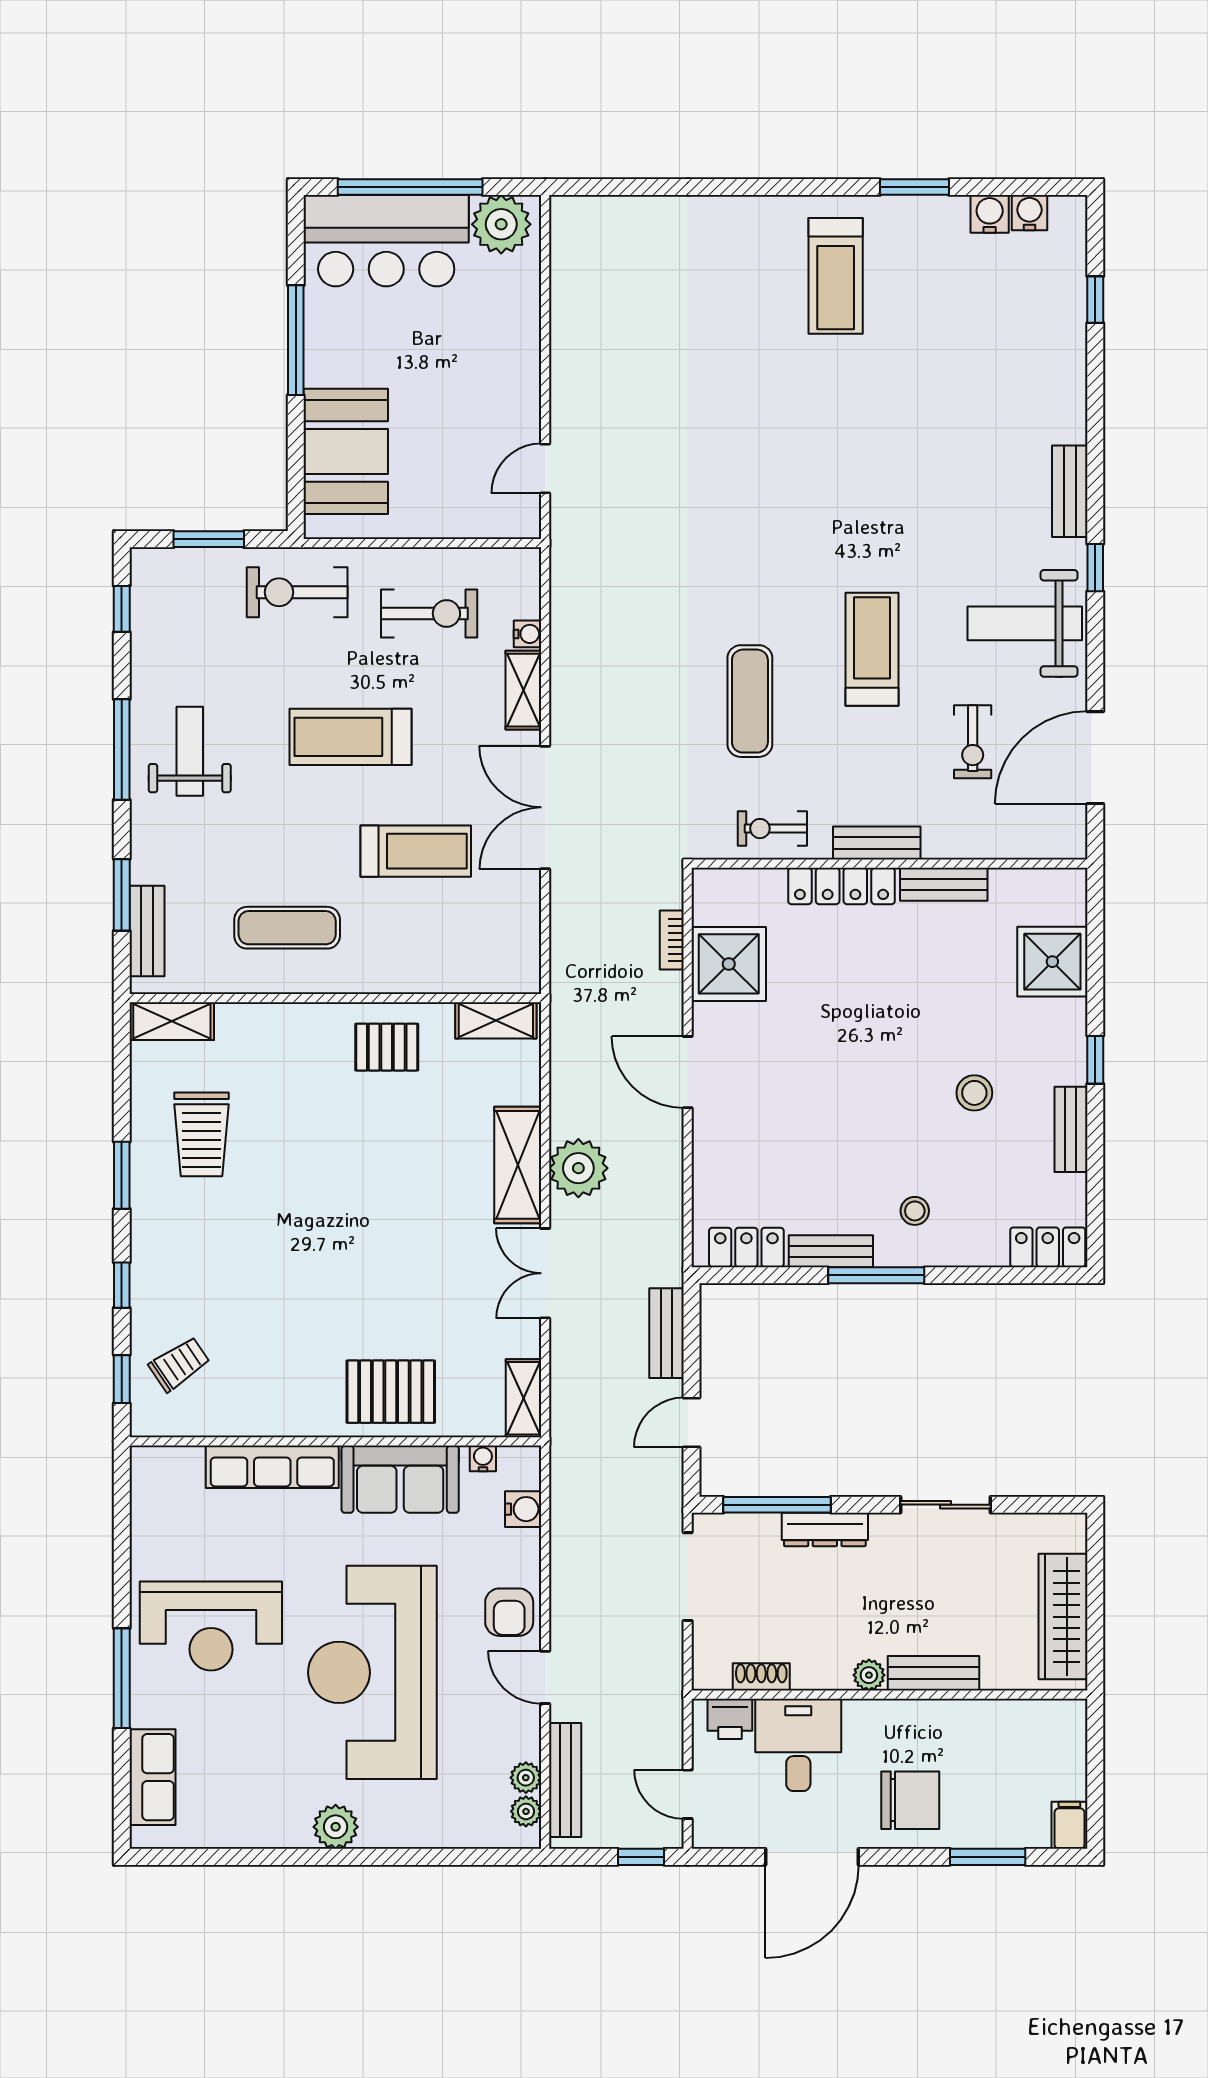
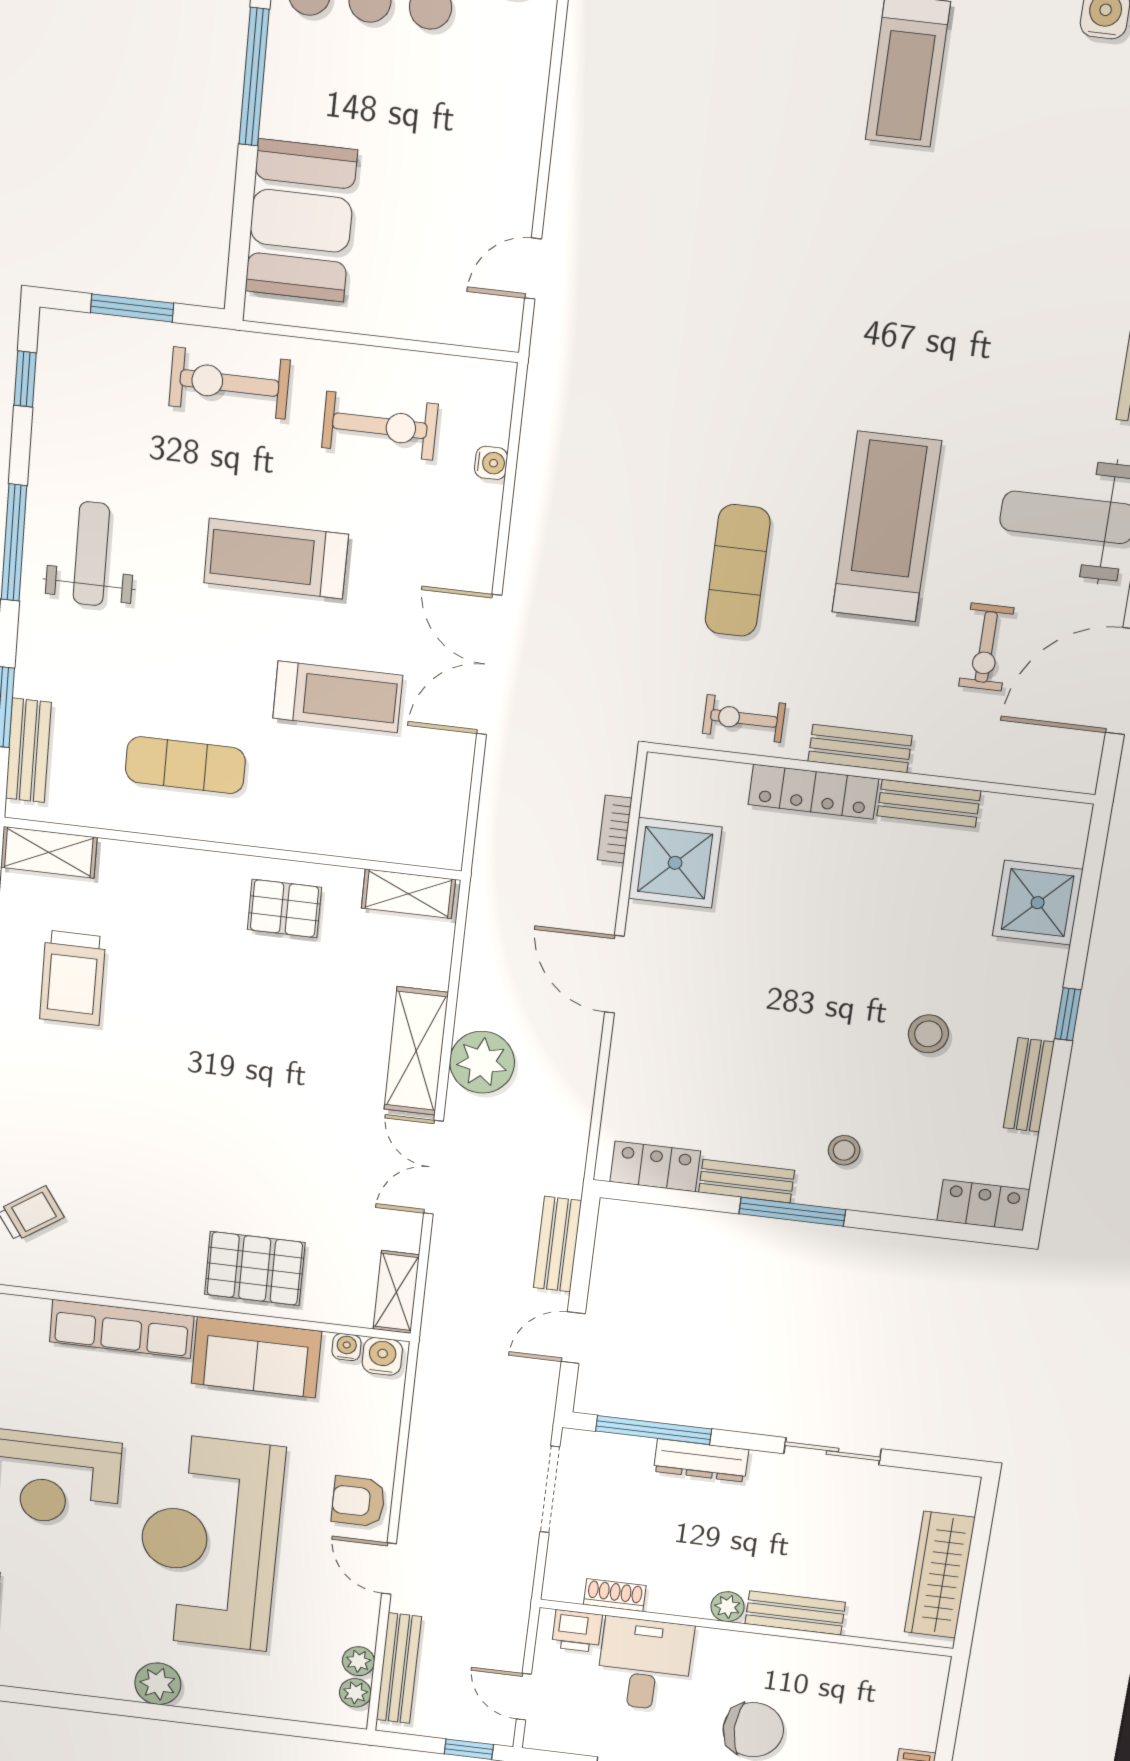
treadmill: (872, 649) -> (886, 527), width x1.37, depth x1.38
shelving: (523, 690) -> (479, 528), removed
water cooler: (523, 1509) -> (382, 1356), moved, turned -90
armchair: (509, 1612) -> (358, 1501), turned 90

